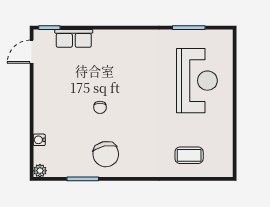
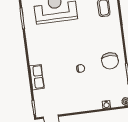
row of seats: (74, 38) -> (37, 77), moved
chair: (106, 154) -> (110, 61), turned 101

